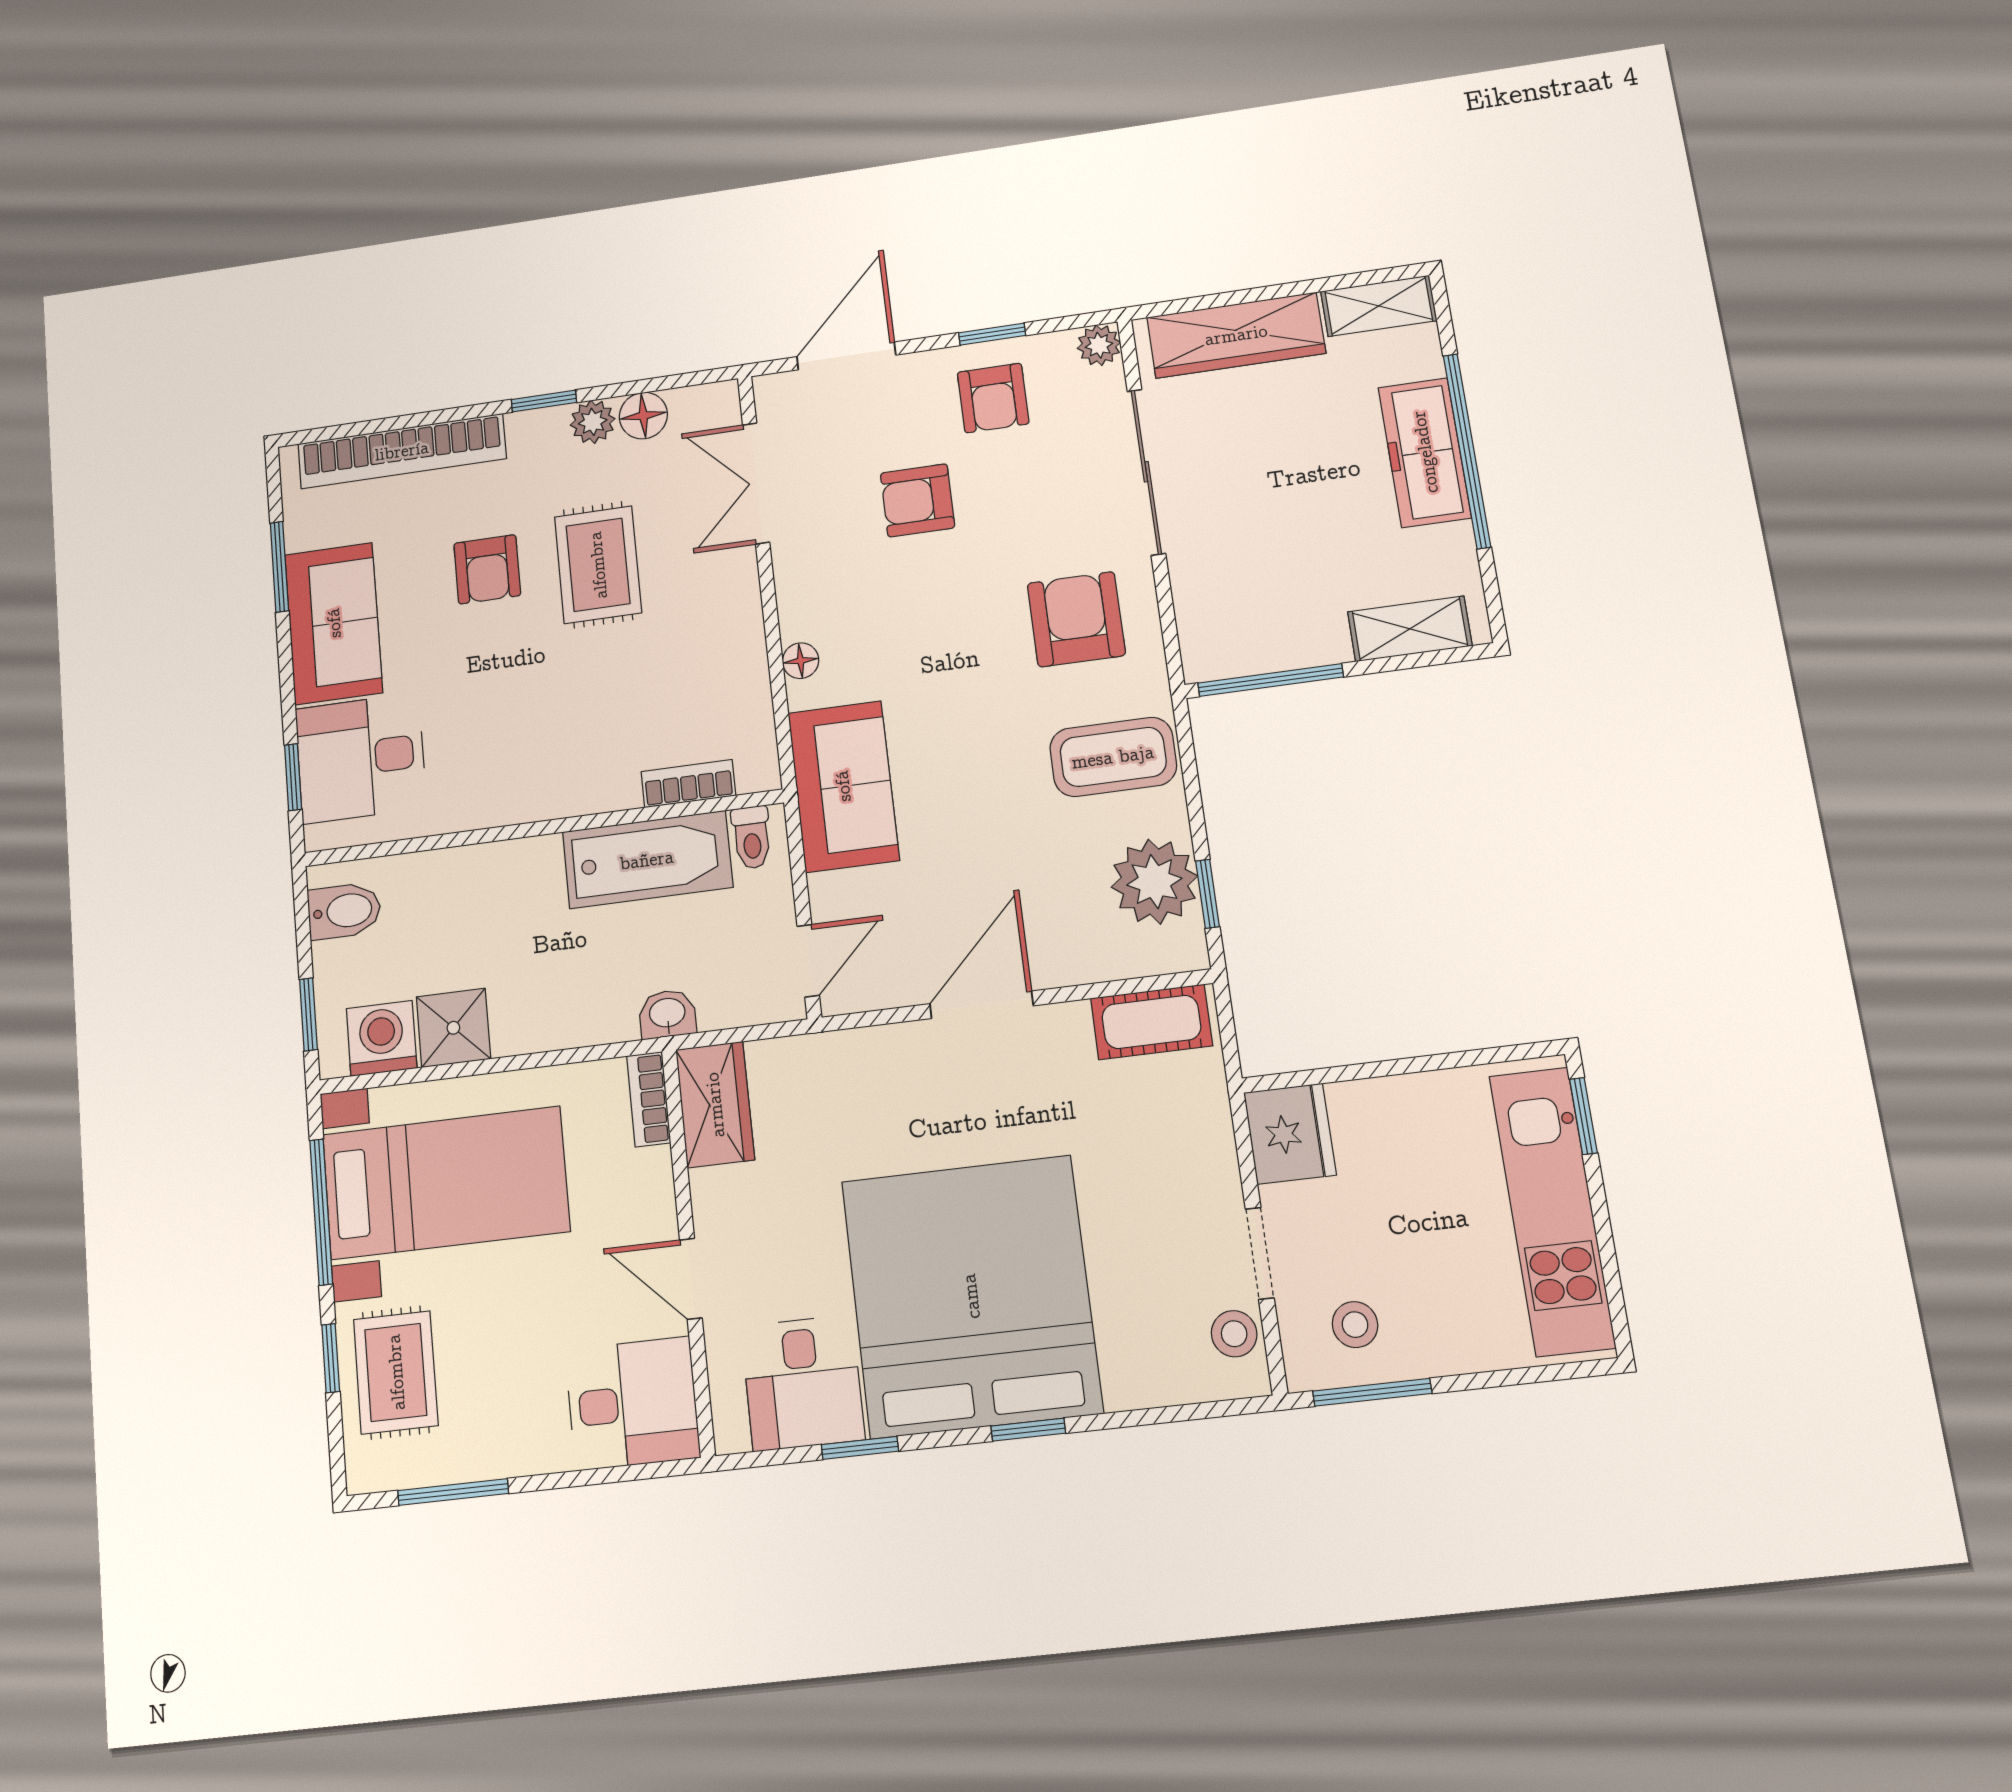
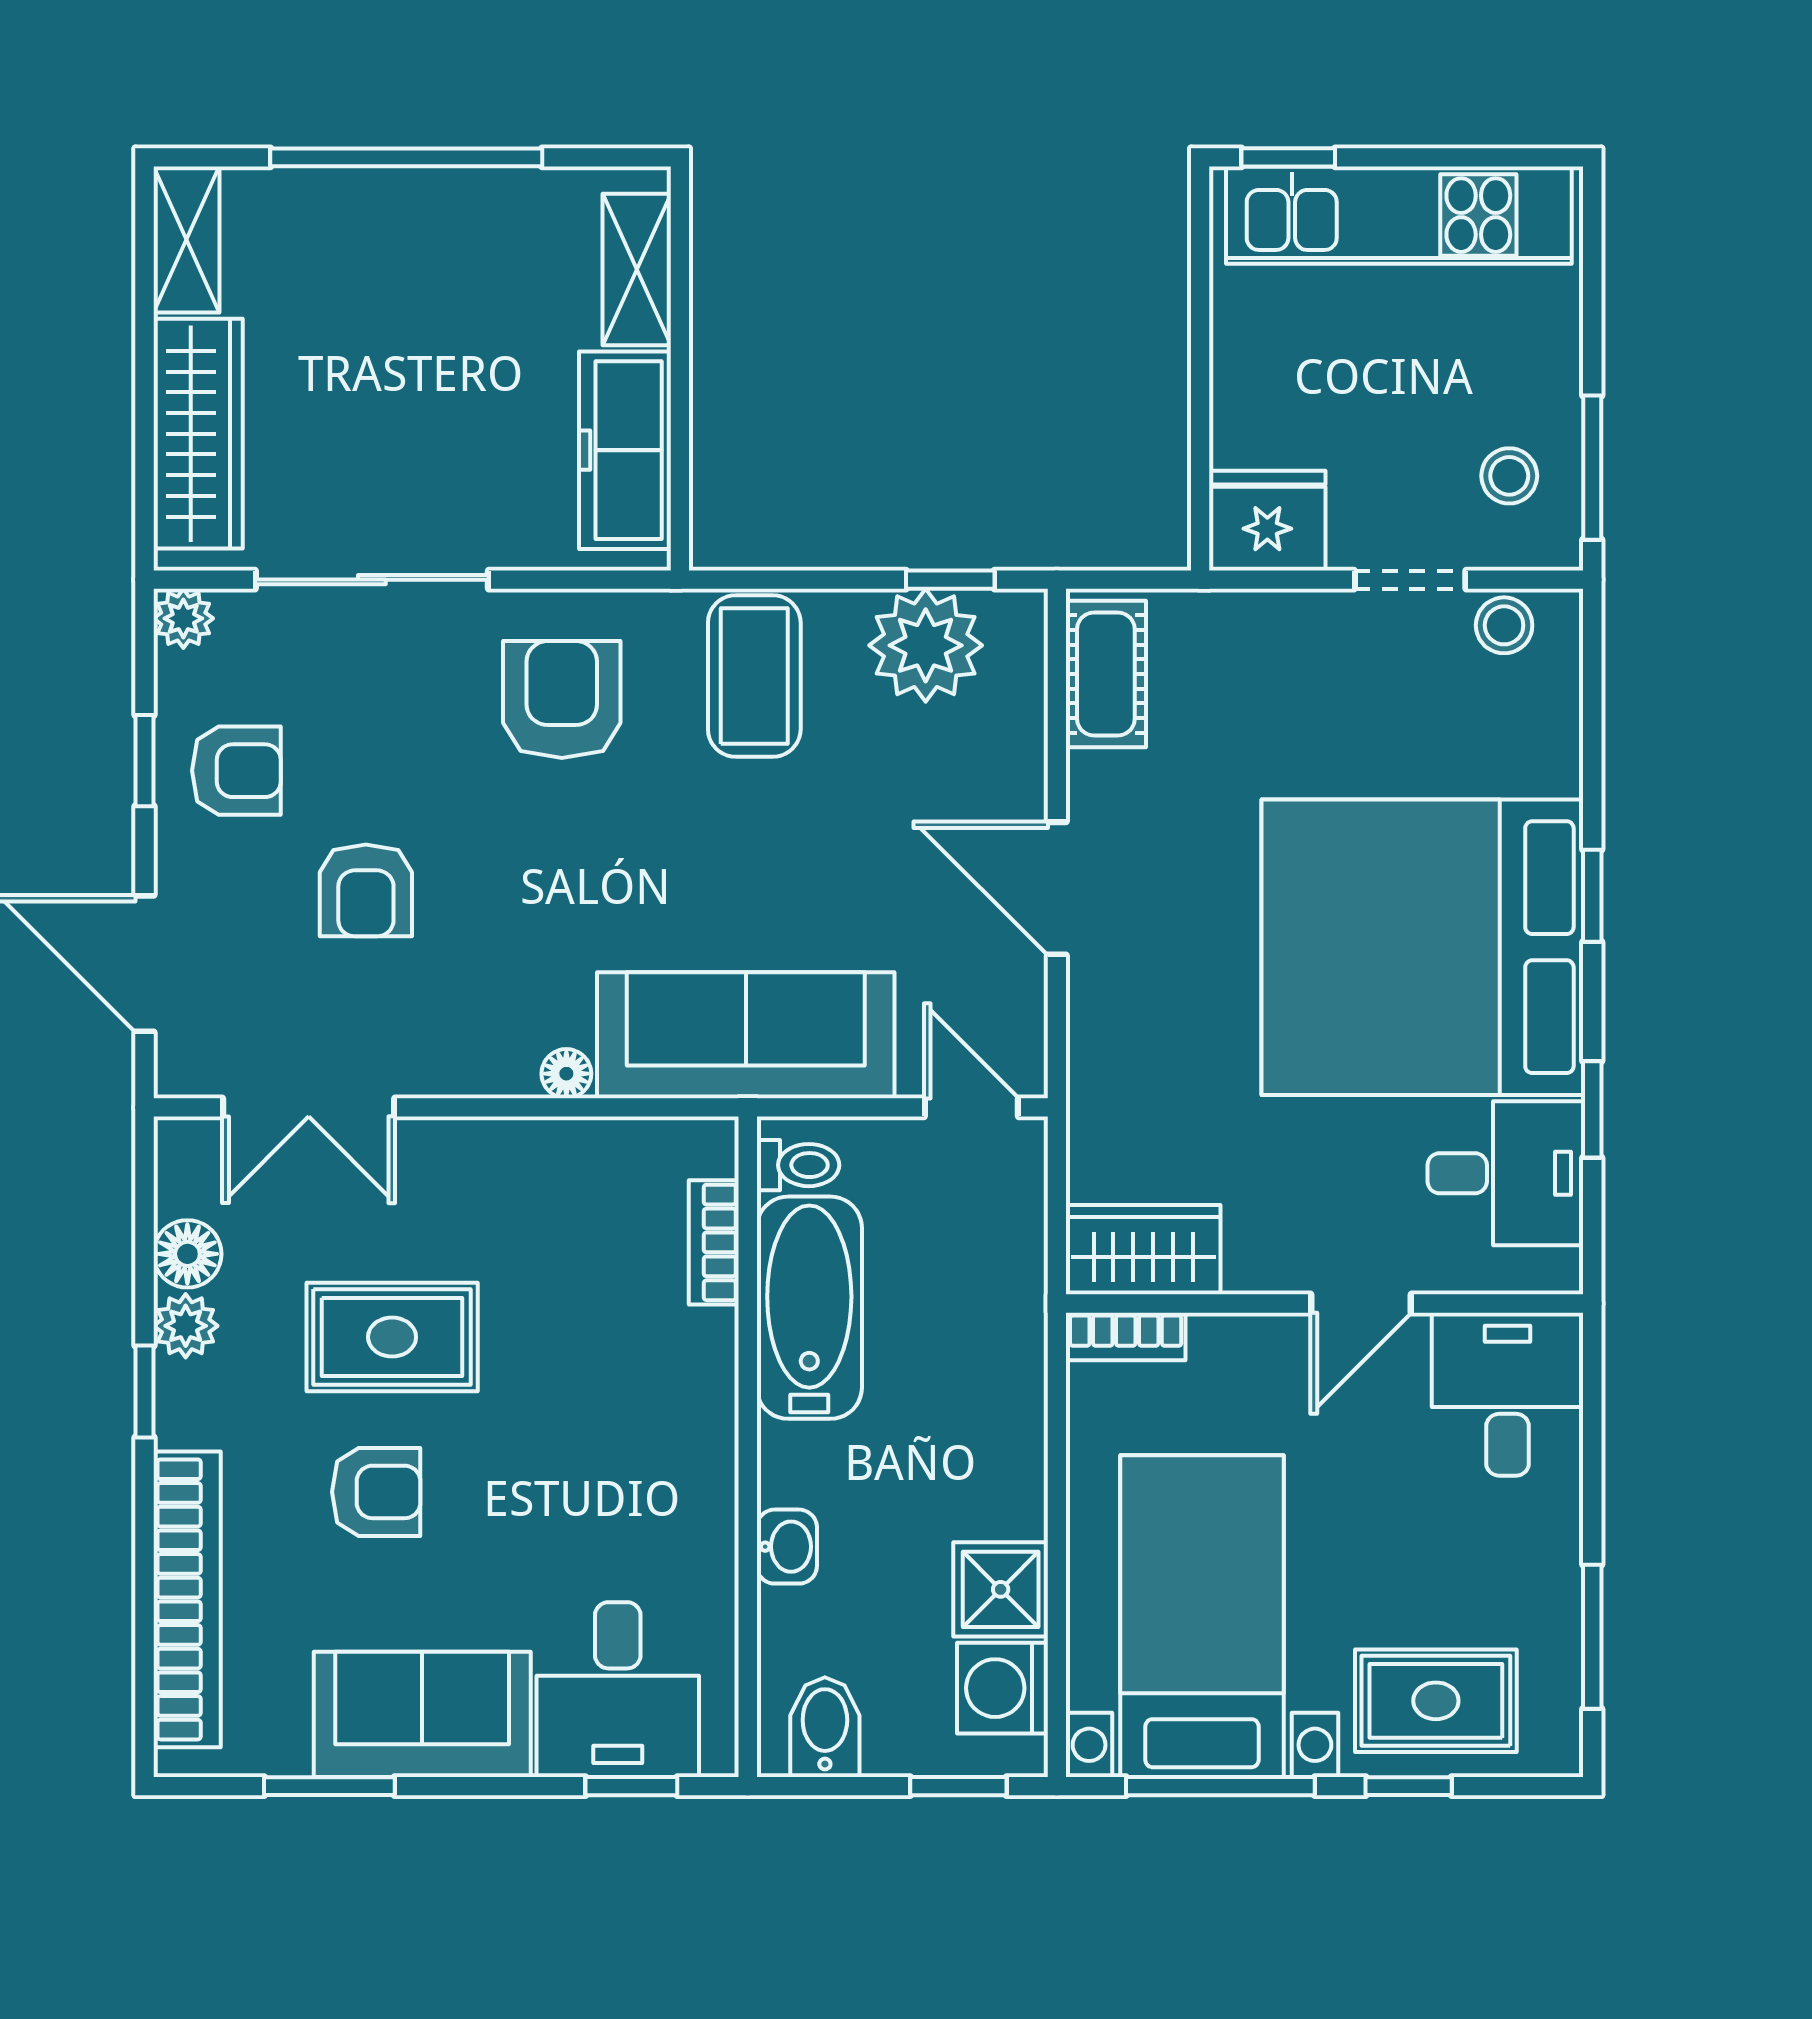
freezer: (1425, 452) -> (625, 450), moved, turned 90
armchair: (1076, 619) -> (562, 699), turned 90
window: (1270, 680) -> (680, 458), removed
sofa: (843, 786) -> (746, 1035), width x1.36
washbasin: (667, 1014) -> (787, 1547), moved, turned 180

